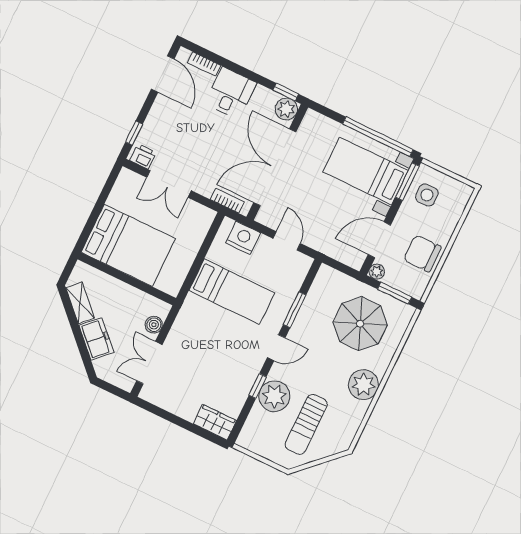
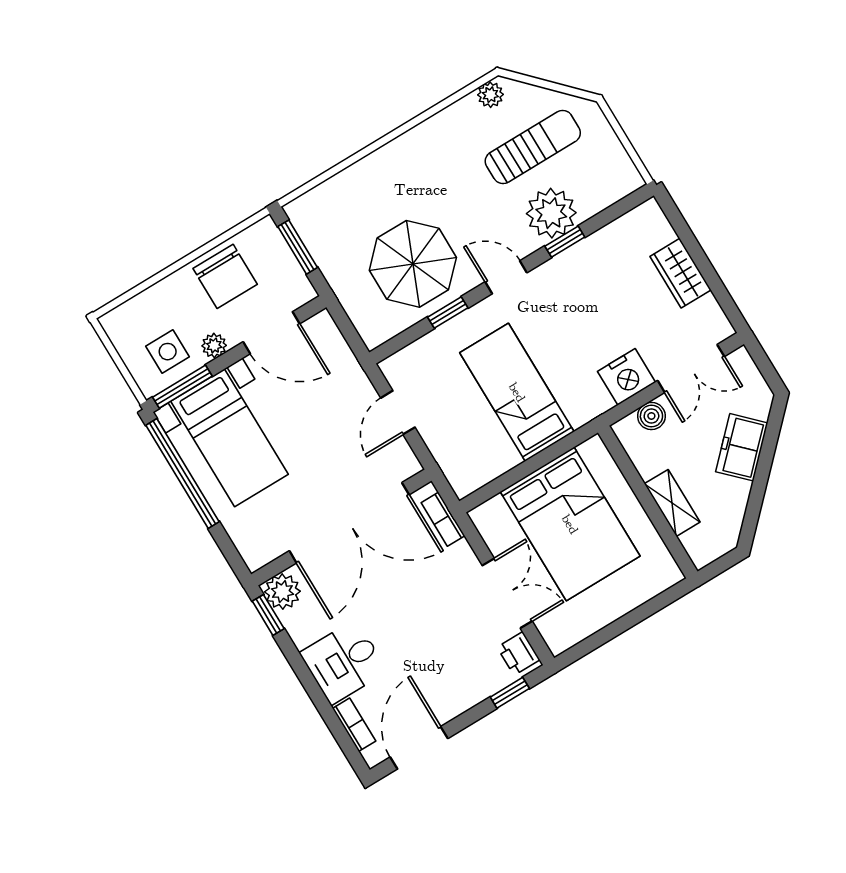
nightstand: (243, 238) -> (627, 377), moved, turned -90
bed: (128, 245) -> (570, 524), moved, turned 180
plant: (377, 272) -> (214, 346), moved
shelving: (80, 303) -> (672, 503), moved, turned -45
window: (295, 310) -> (448, 312), width x0.67
parasol: (360, 324) -> (413, 264), moved
plant: (364, 385) -> (490, 95), moved, width x0.53, depth x0.53
wardrobe: (215, 422) -> (681, 273), moved

